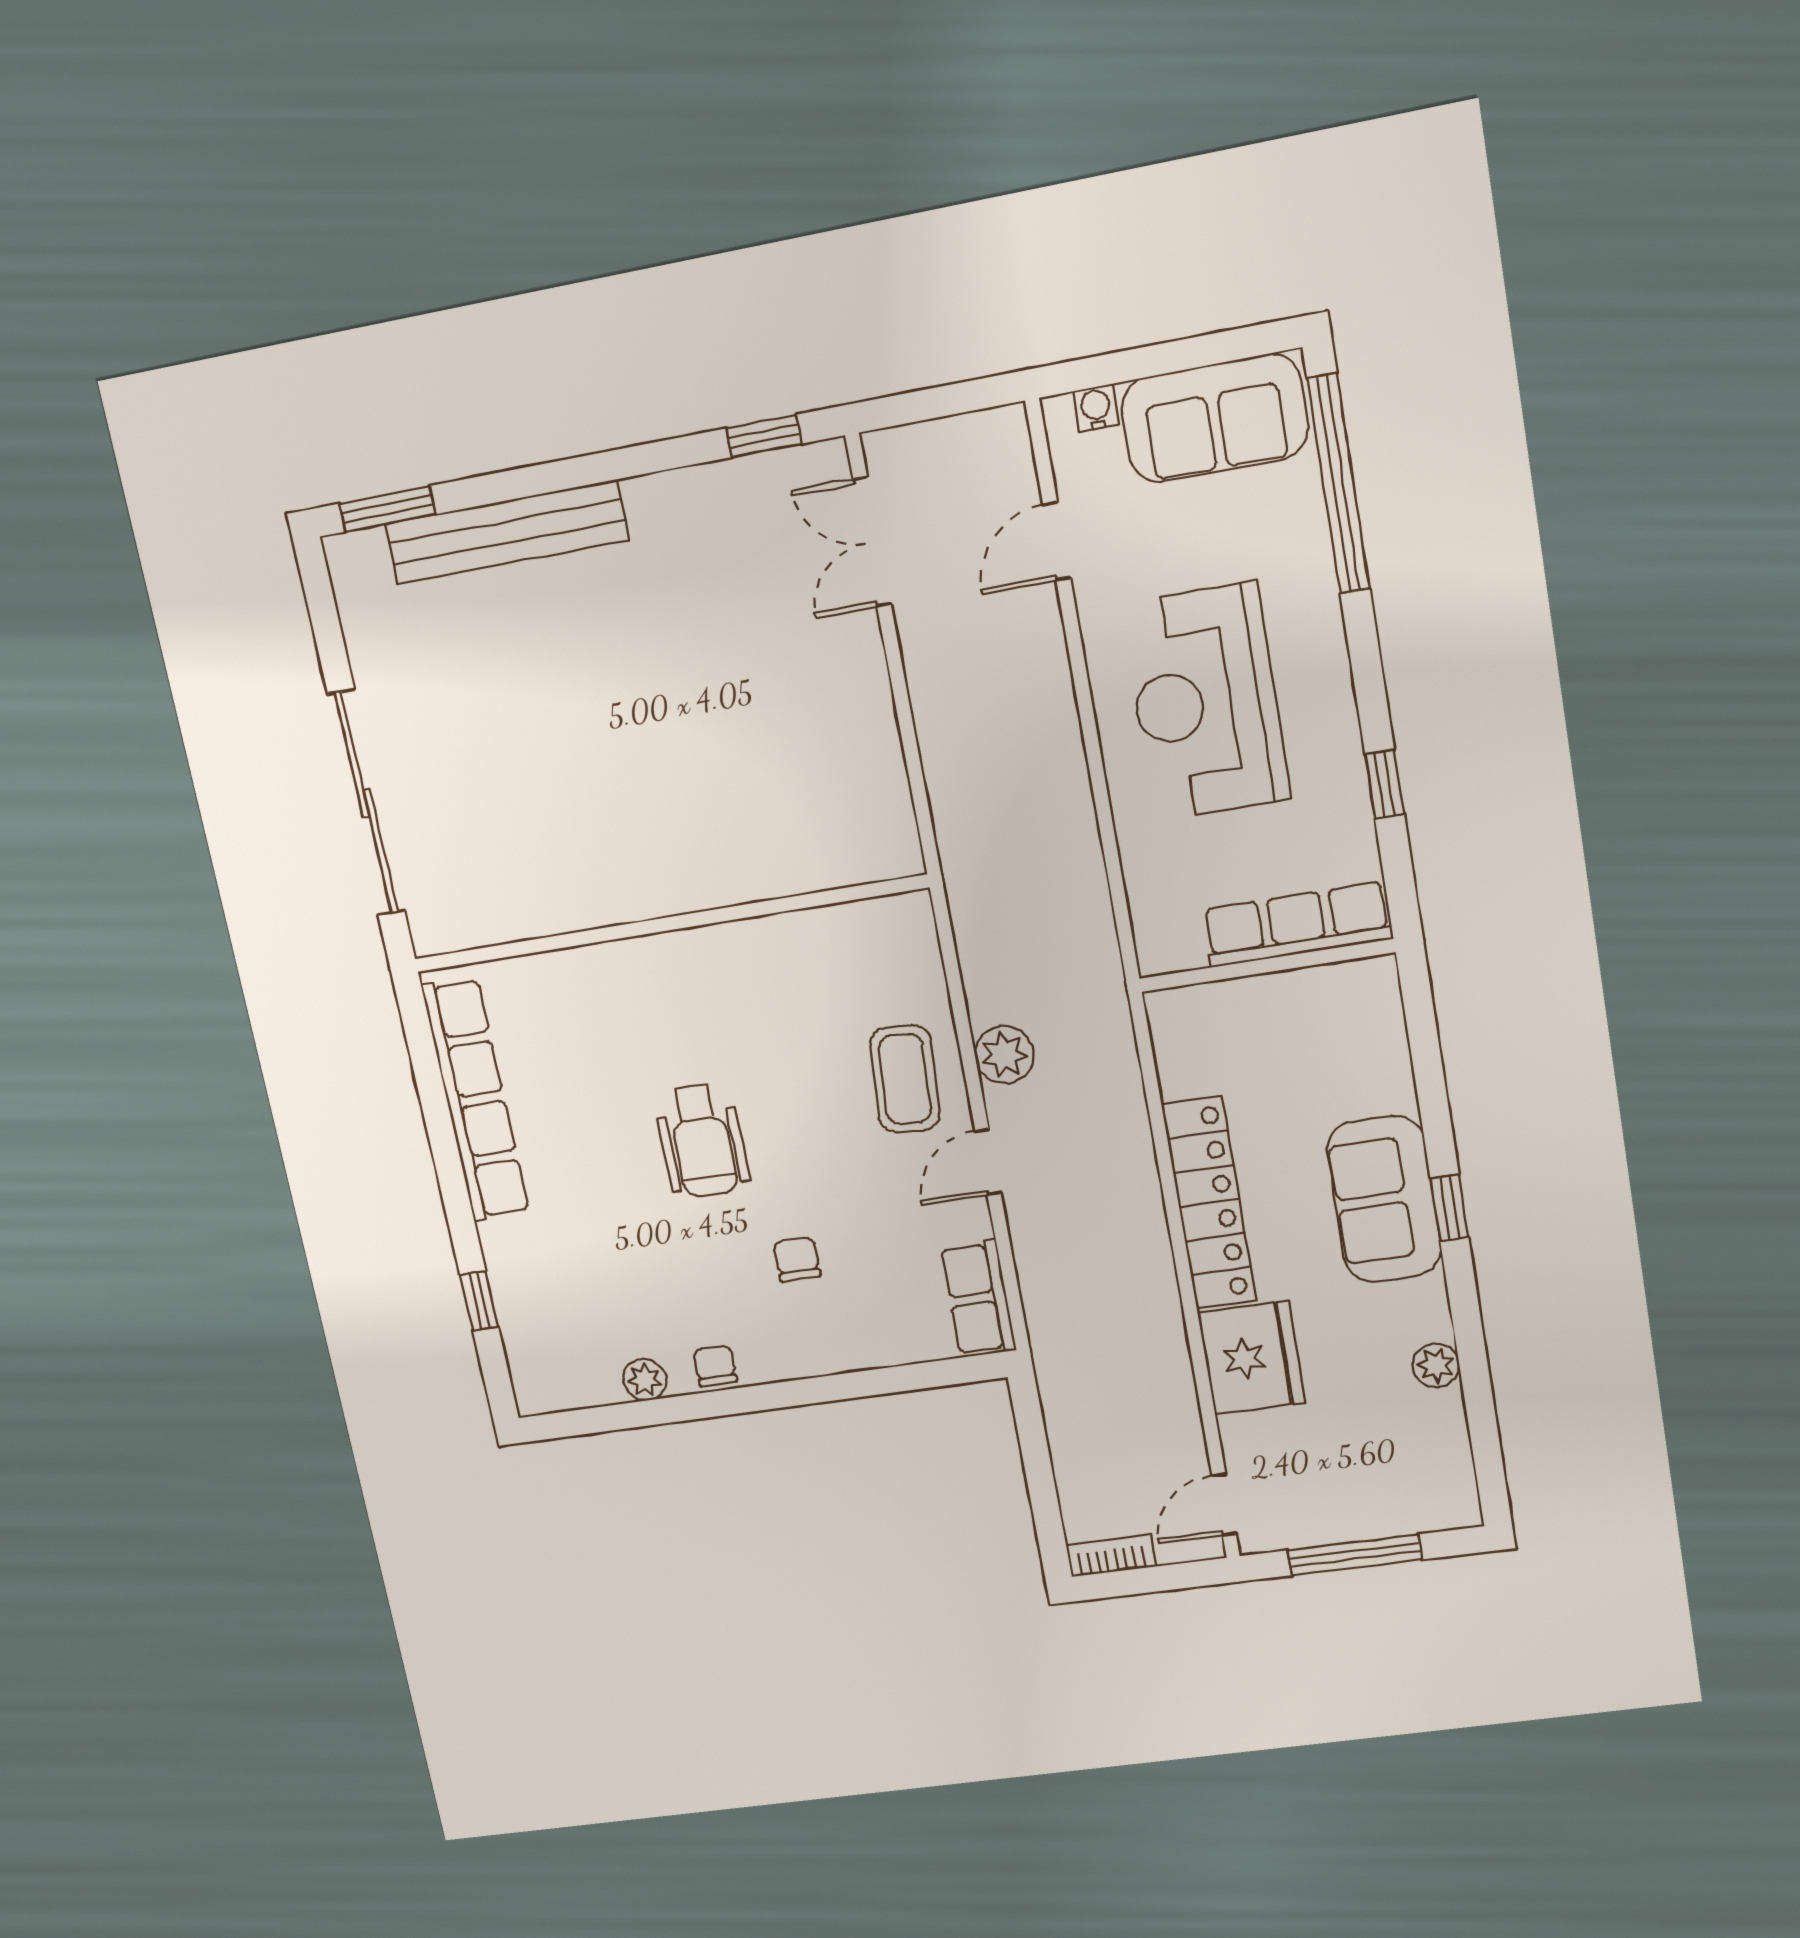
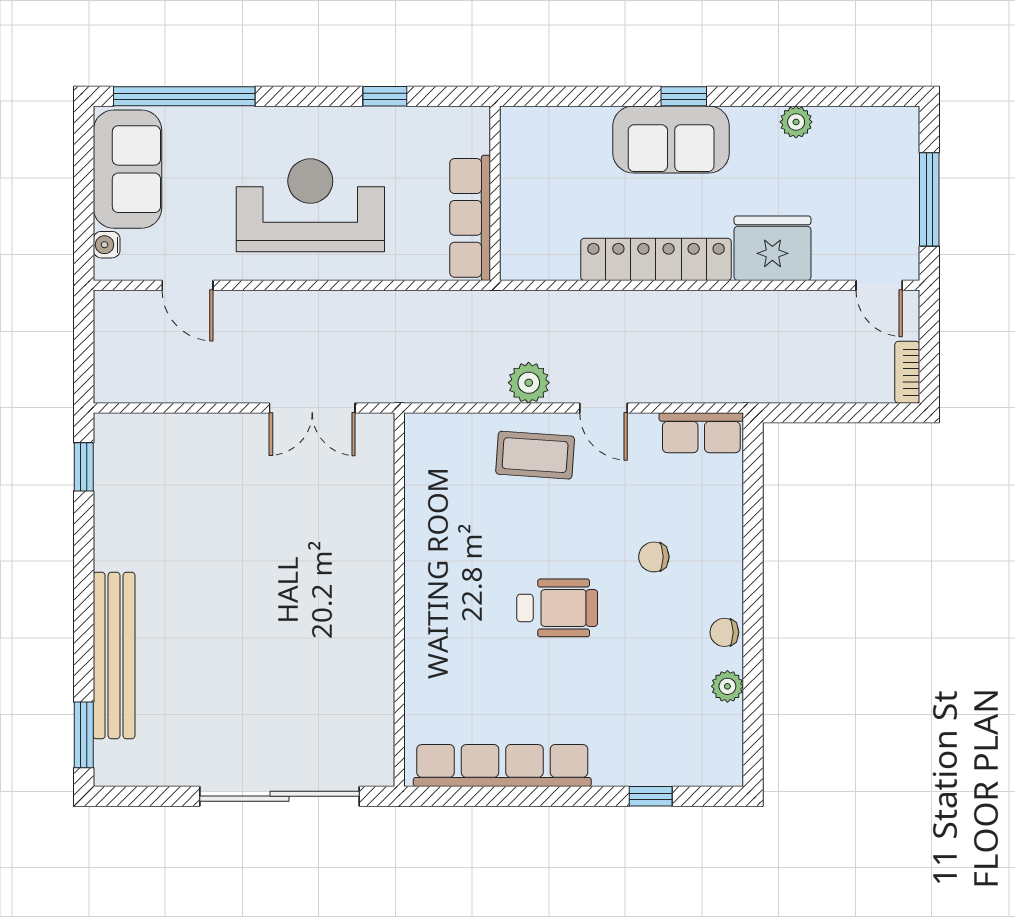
double door: (872, 542) -> (312, 408), moved
reception desk: (1205, 702) -> (310, 205), turned 180
row of seats: (1297, 924) -> (470, 218), moved

